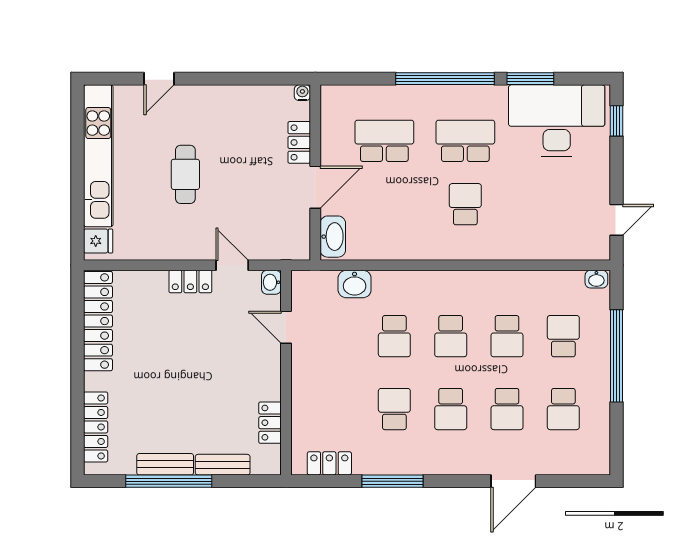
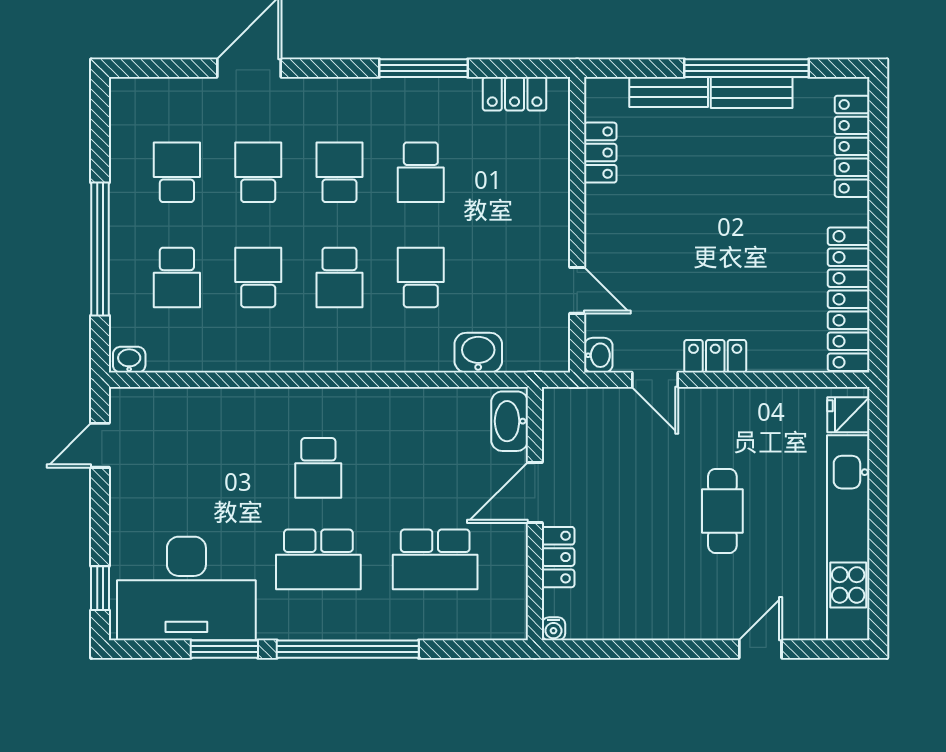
school desk: (451, 336) -> (339, 277), turned 180

